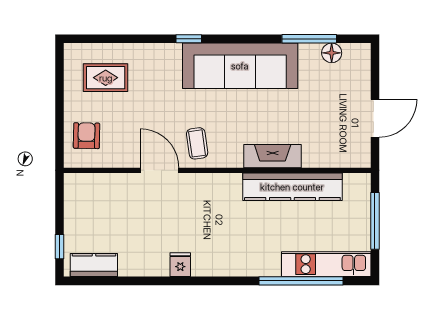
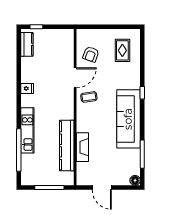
floor lamp: (332, 53) -> (135, 180), moved
armchair: (87, 136) -> (91, 54), moved, turned 109
fireplace: (273, 156) -> (82, 147), moved
kitchen unit: (326, 264) -> (27, 130), moved

